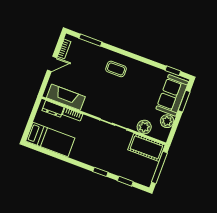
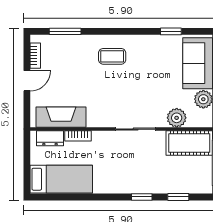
window: (173, 71) -> (171, 31), moved

